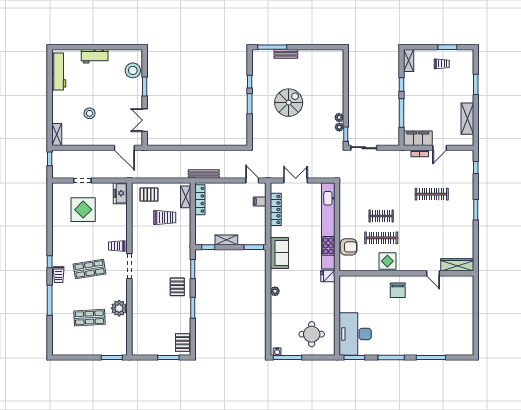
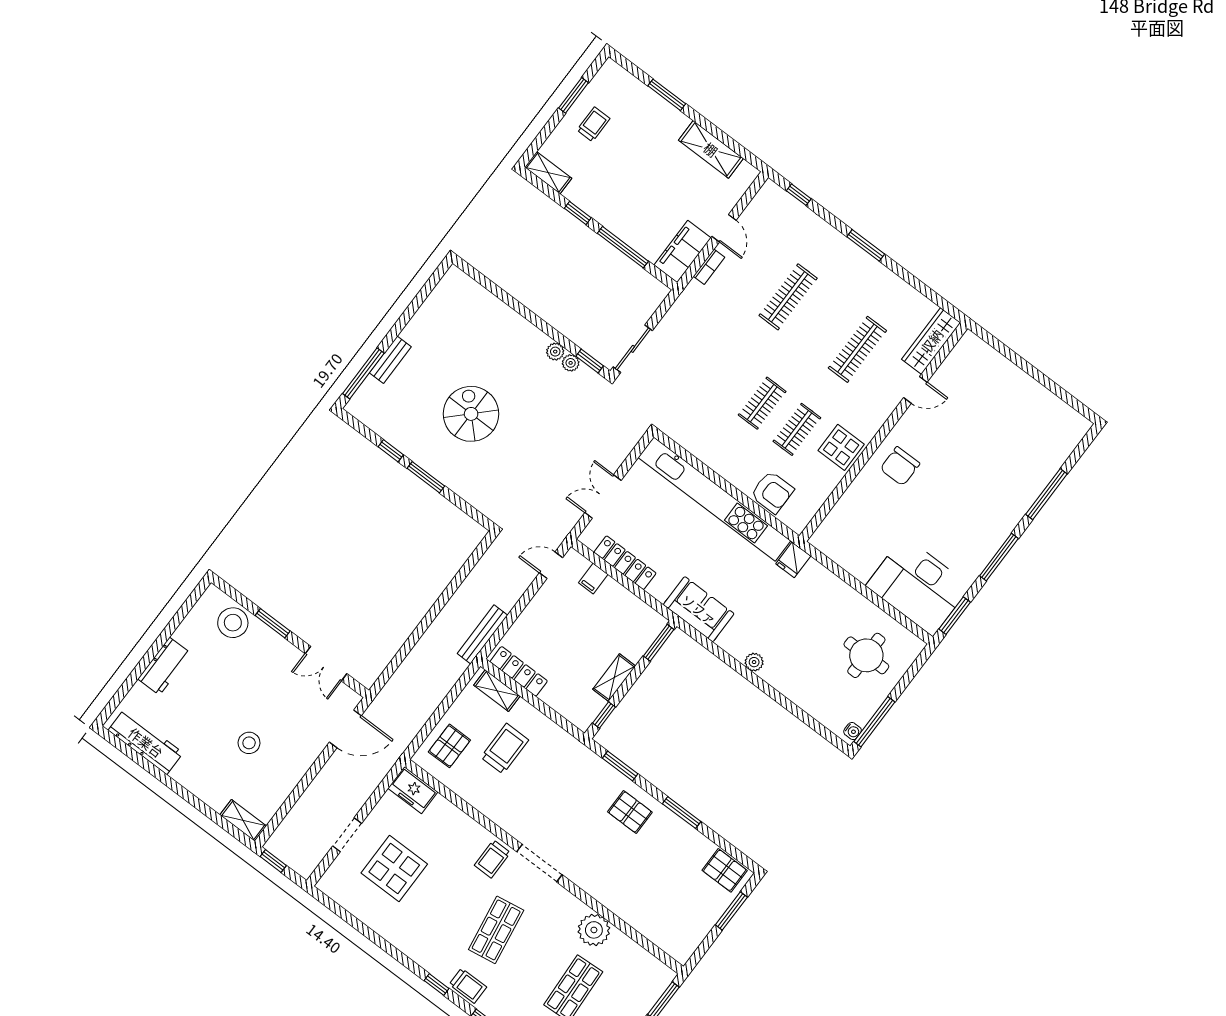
clothes rail: (381, 238) -> (797, 429), width x0.73
clothes rail: (432, 238) -> (857, 349), added
armchair: (349, 247) -> (772, 492), turned 90
chair: (398, 290) -> (900, 466), turned 90

